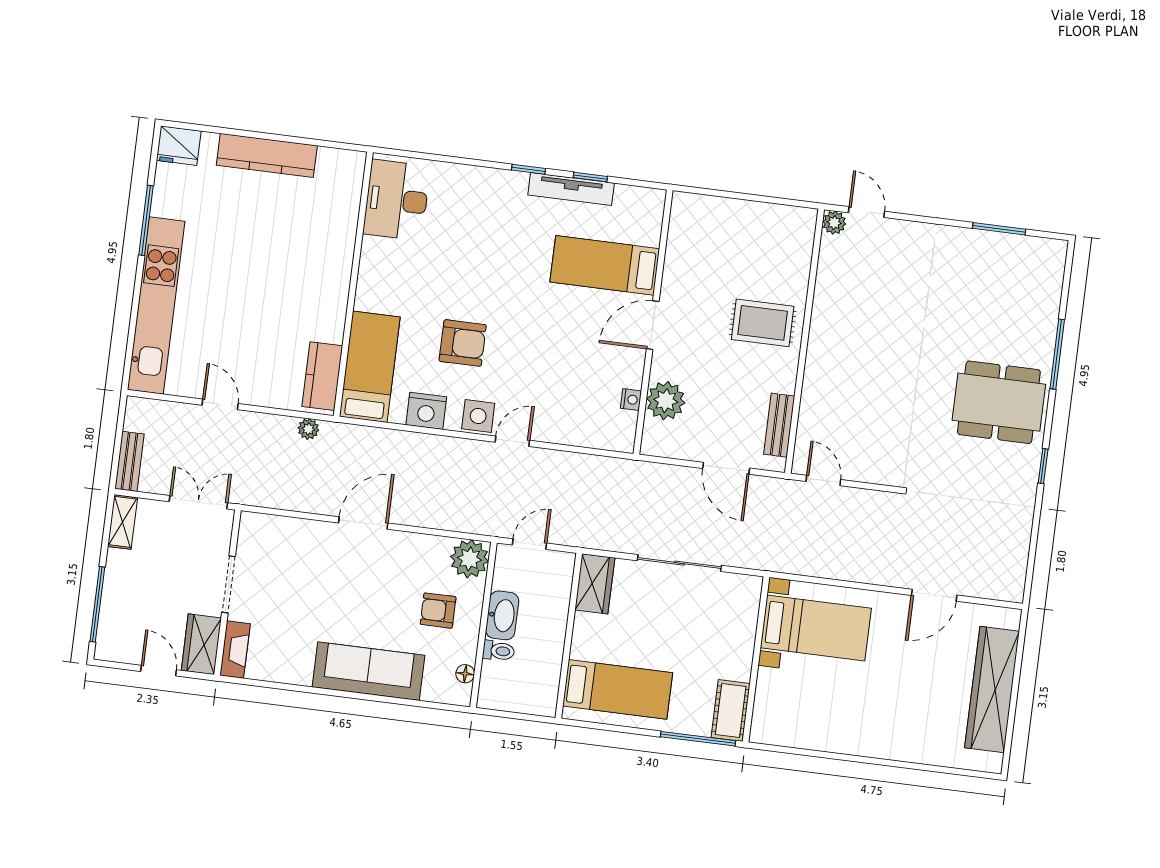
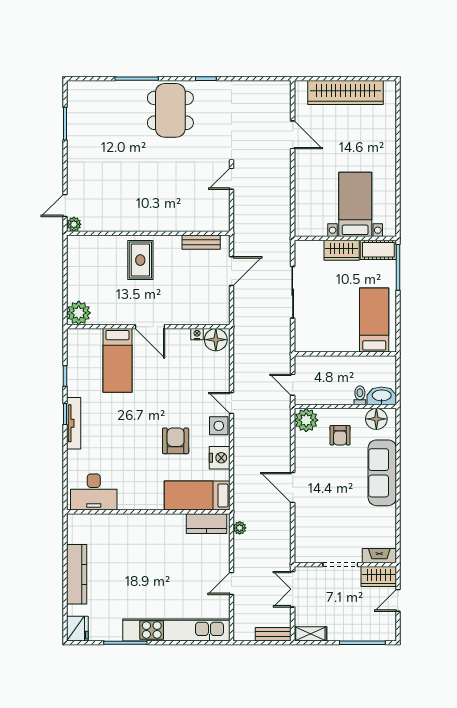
tv unit: (571, 189) -> (74, 423), moved
plant: (666, 401) -> (79, 313), moved
floor lamp: (618, 429) -> (216, 340), added
door: (823, 481) -> (231, 179), moved
wardrobe: (595, 584) -> (342, 250), moved, turned 180
washbasin: (502, 615) -> (382, 396), moved
bed with nightstands: (816, 628) -> (355, 204), moved
floor lamp: (465, 674) -> (376, 419), width x1.89, depth x1.89

